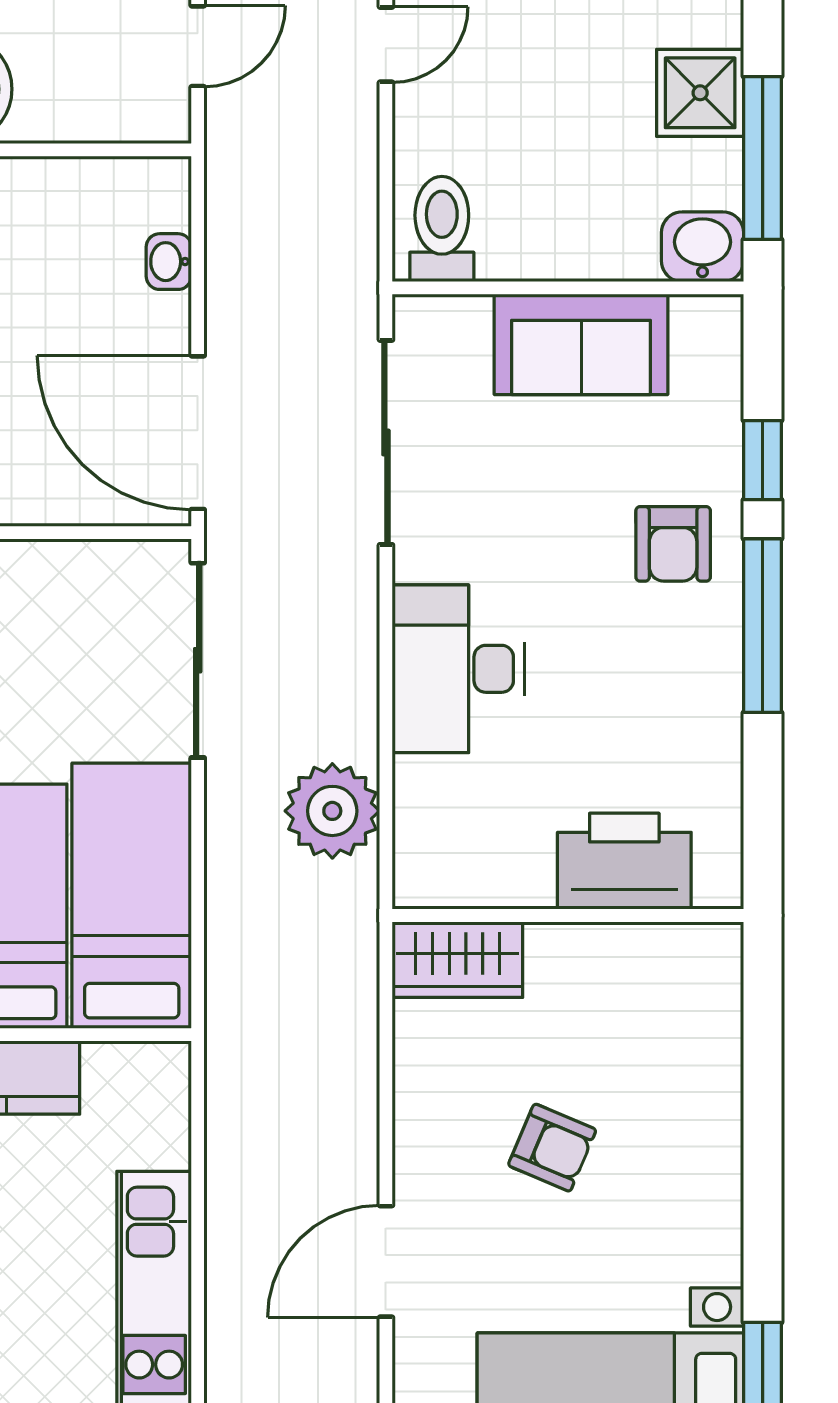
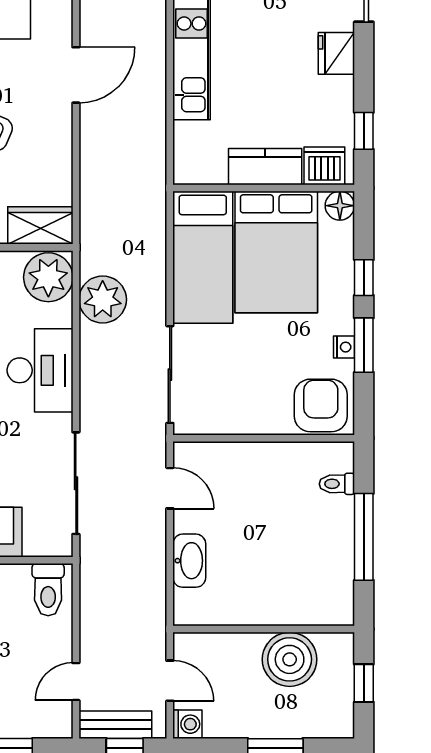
door: (198, 46) -> (170, 681), swing flipped
washbasin: (169, 262) -> (189, 561), width x1.91, depth x1.45
door: (198, 433) -> (170, 488), width x0.53
plant: (441, 856) -> (48, 277), added

